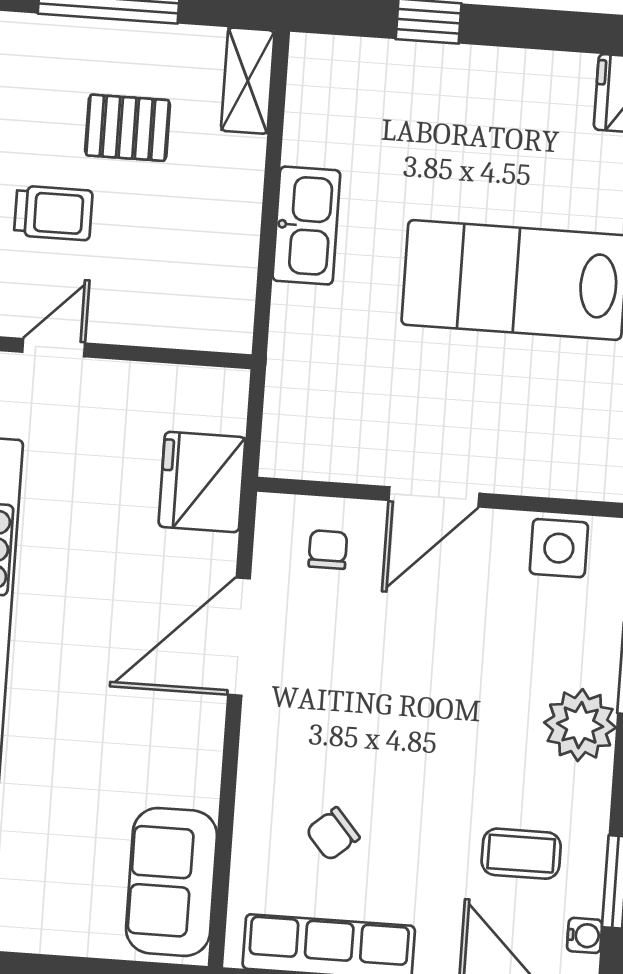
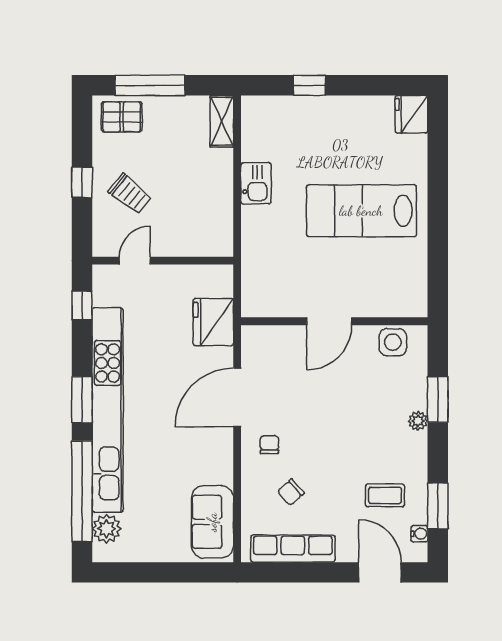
pallet: (128, 128) -> (122, 117), moved
trolley: (53, 213) -> (130, 194), turned 39
kitchen sink: (306, 226) -> (256, 183), width x0.73
chair: (328, 550) -> (269, 445), moved
plant: (580, 725) -> (418, 421), width x0.53, depth x0.53

